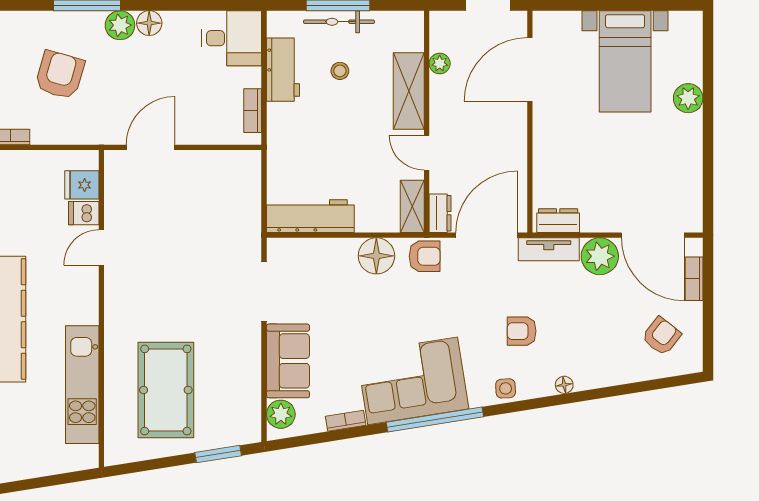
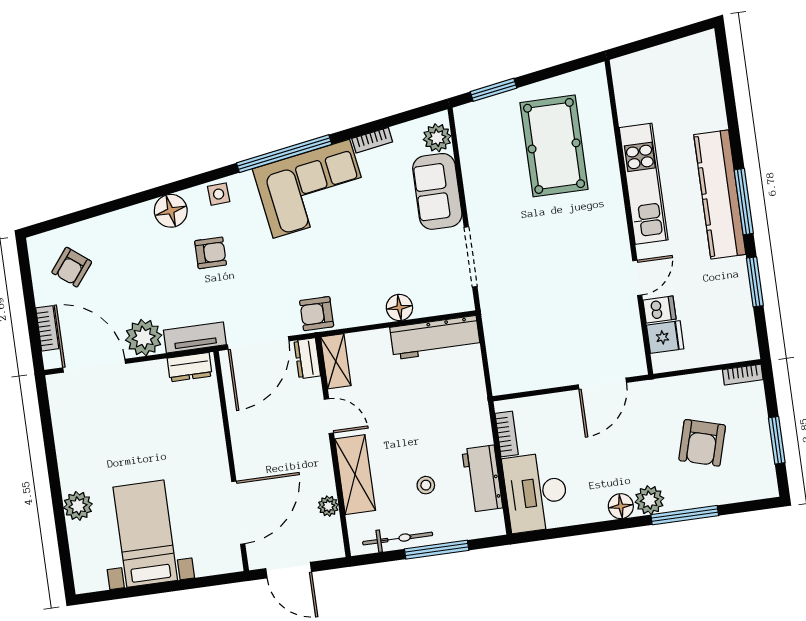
bicycle: (339, 22) -> (398, 539), moved
desk: (232, 38) -> (536, 492), width x1.37
floor lamp: (376, 256) -> (399, 307), moved, width x0.73, depth x0.73
kitchen unit: (82, 385) -> (644, 184), moved
floor lamp: (564, 385) -> (171, 211), width x1.89, depth x1.89

